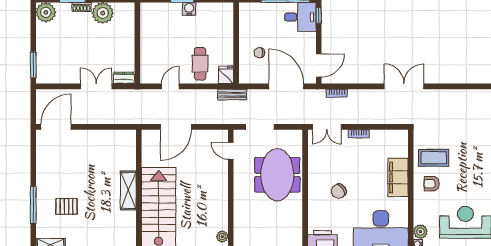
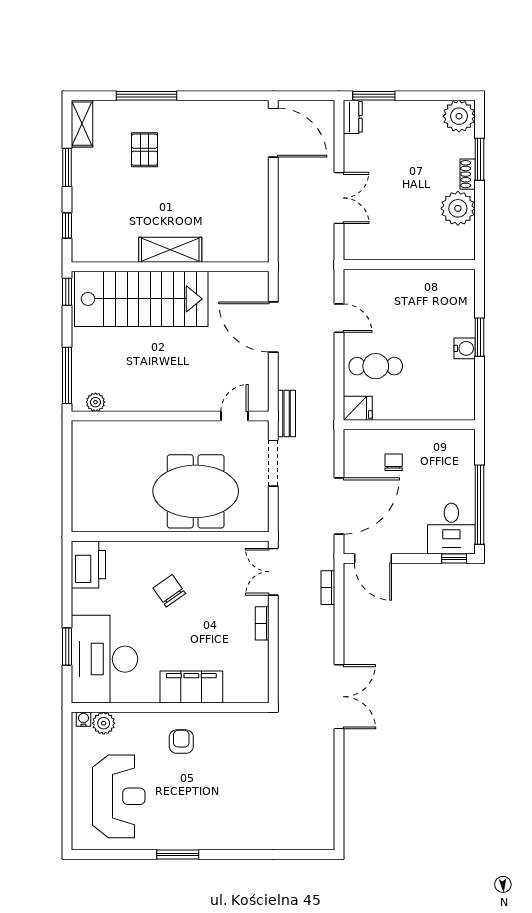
dresser: (124, 78) -> (353, 117), moved
bench: (232, 95) -> (287, 413), moved
coffee table: (434, 158) -> (223, 745), removed

